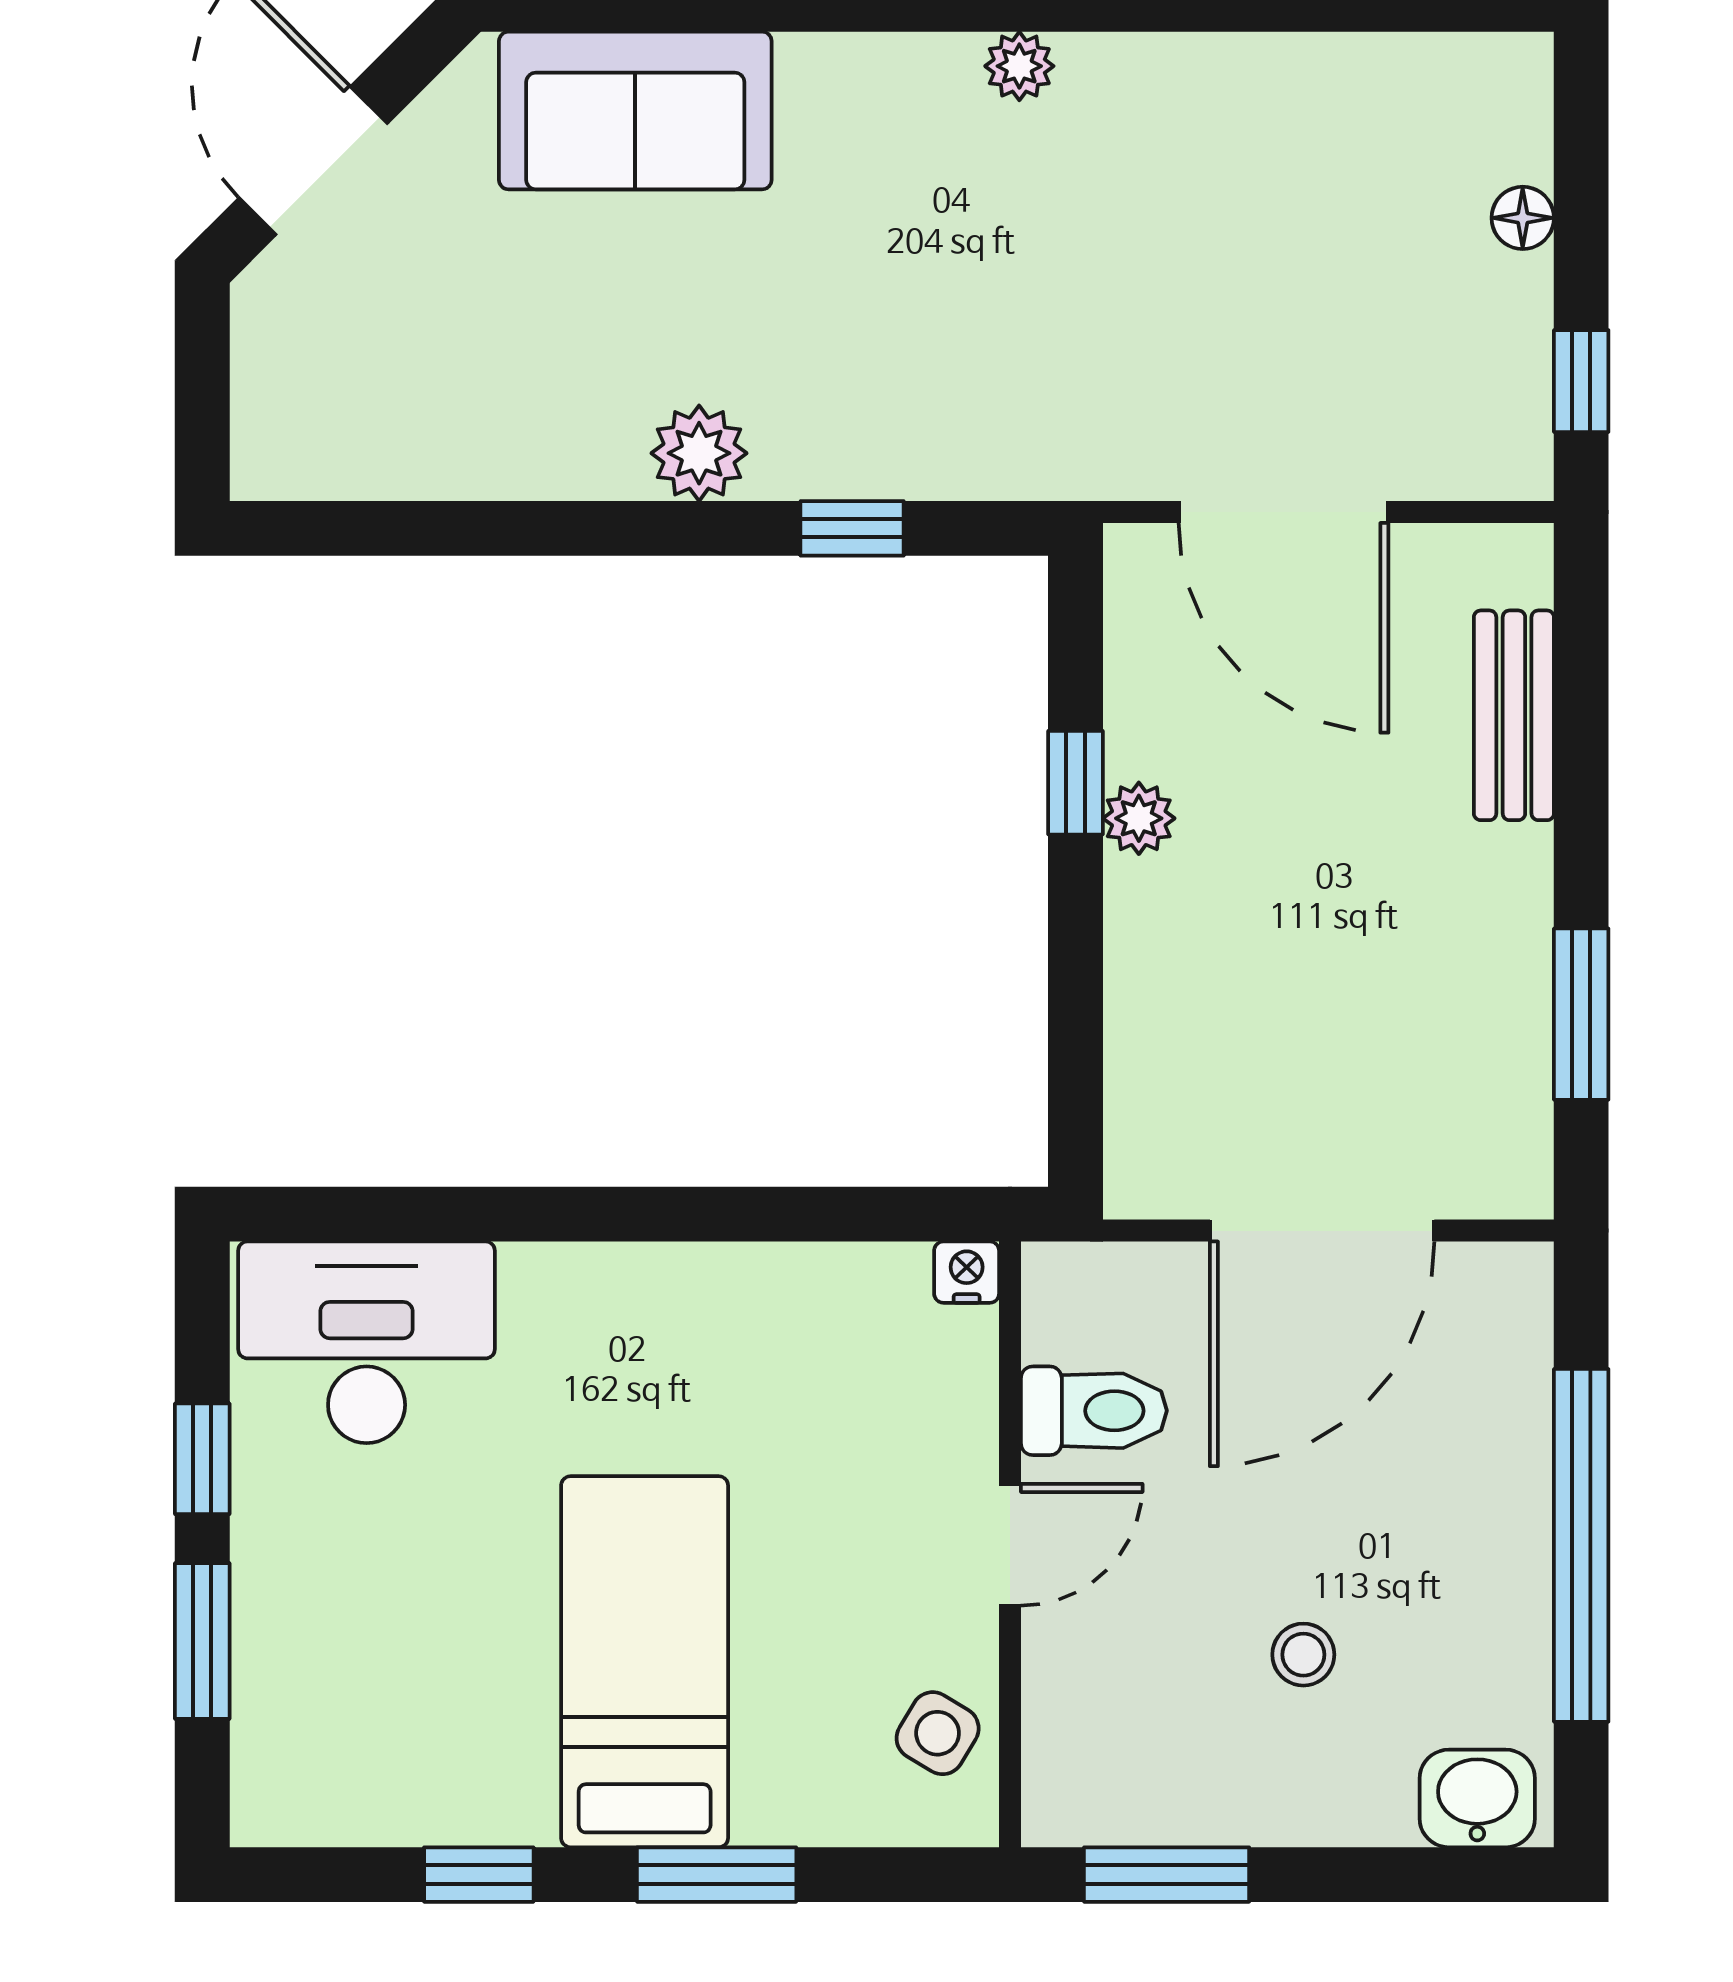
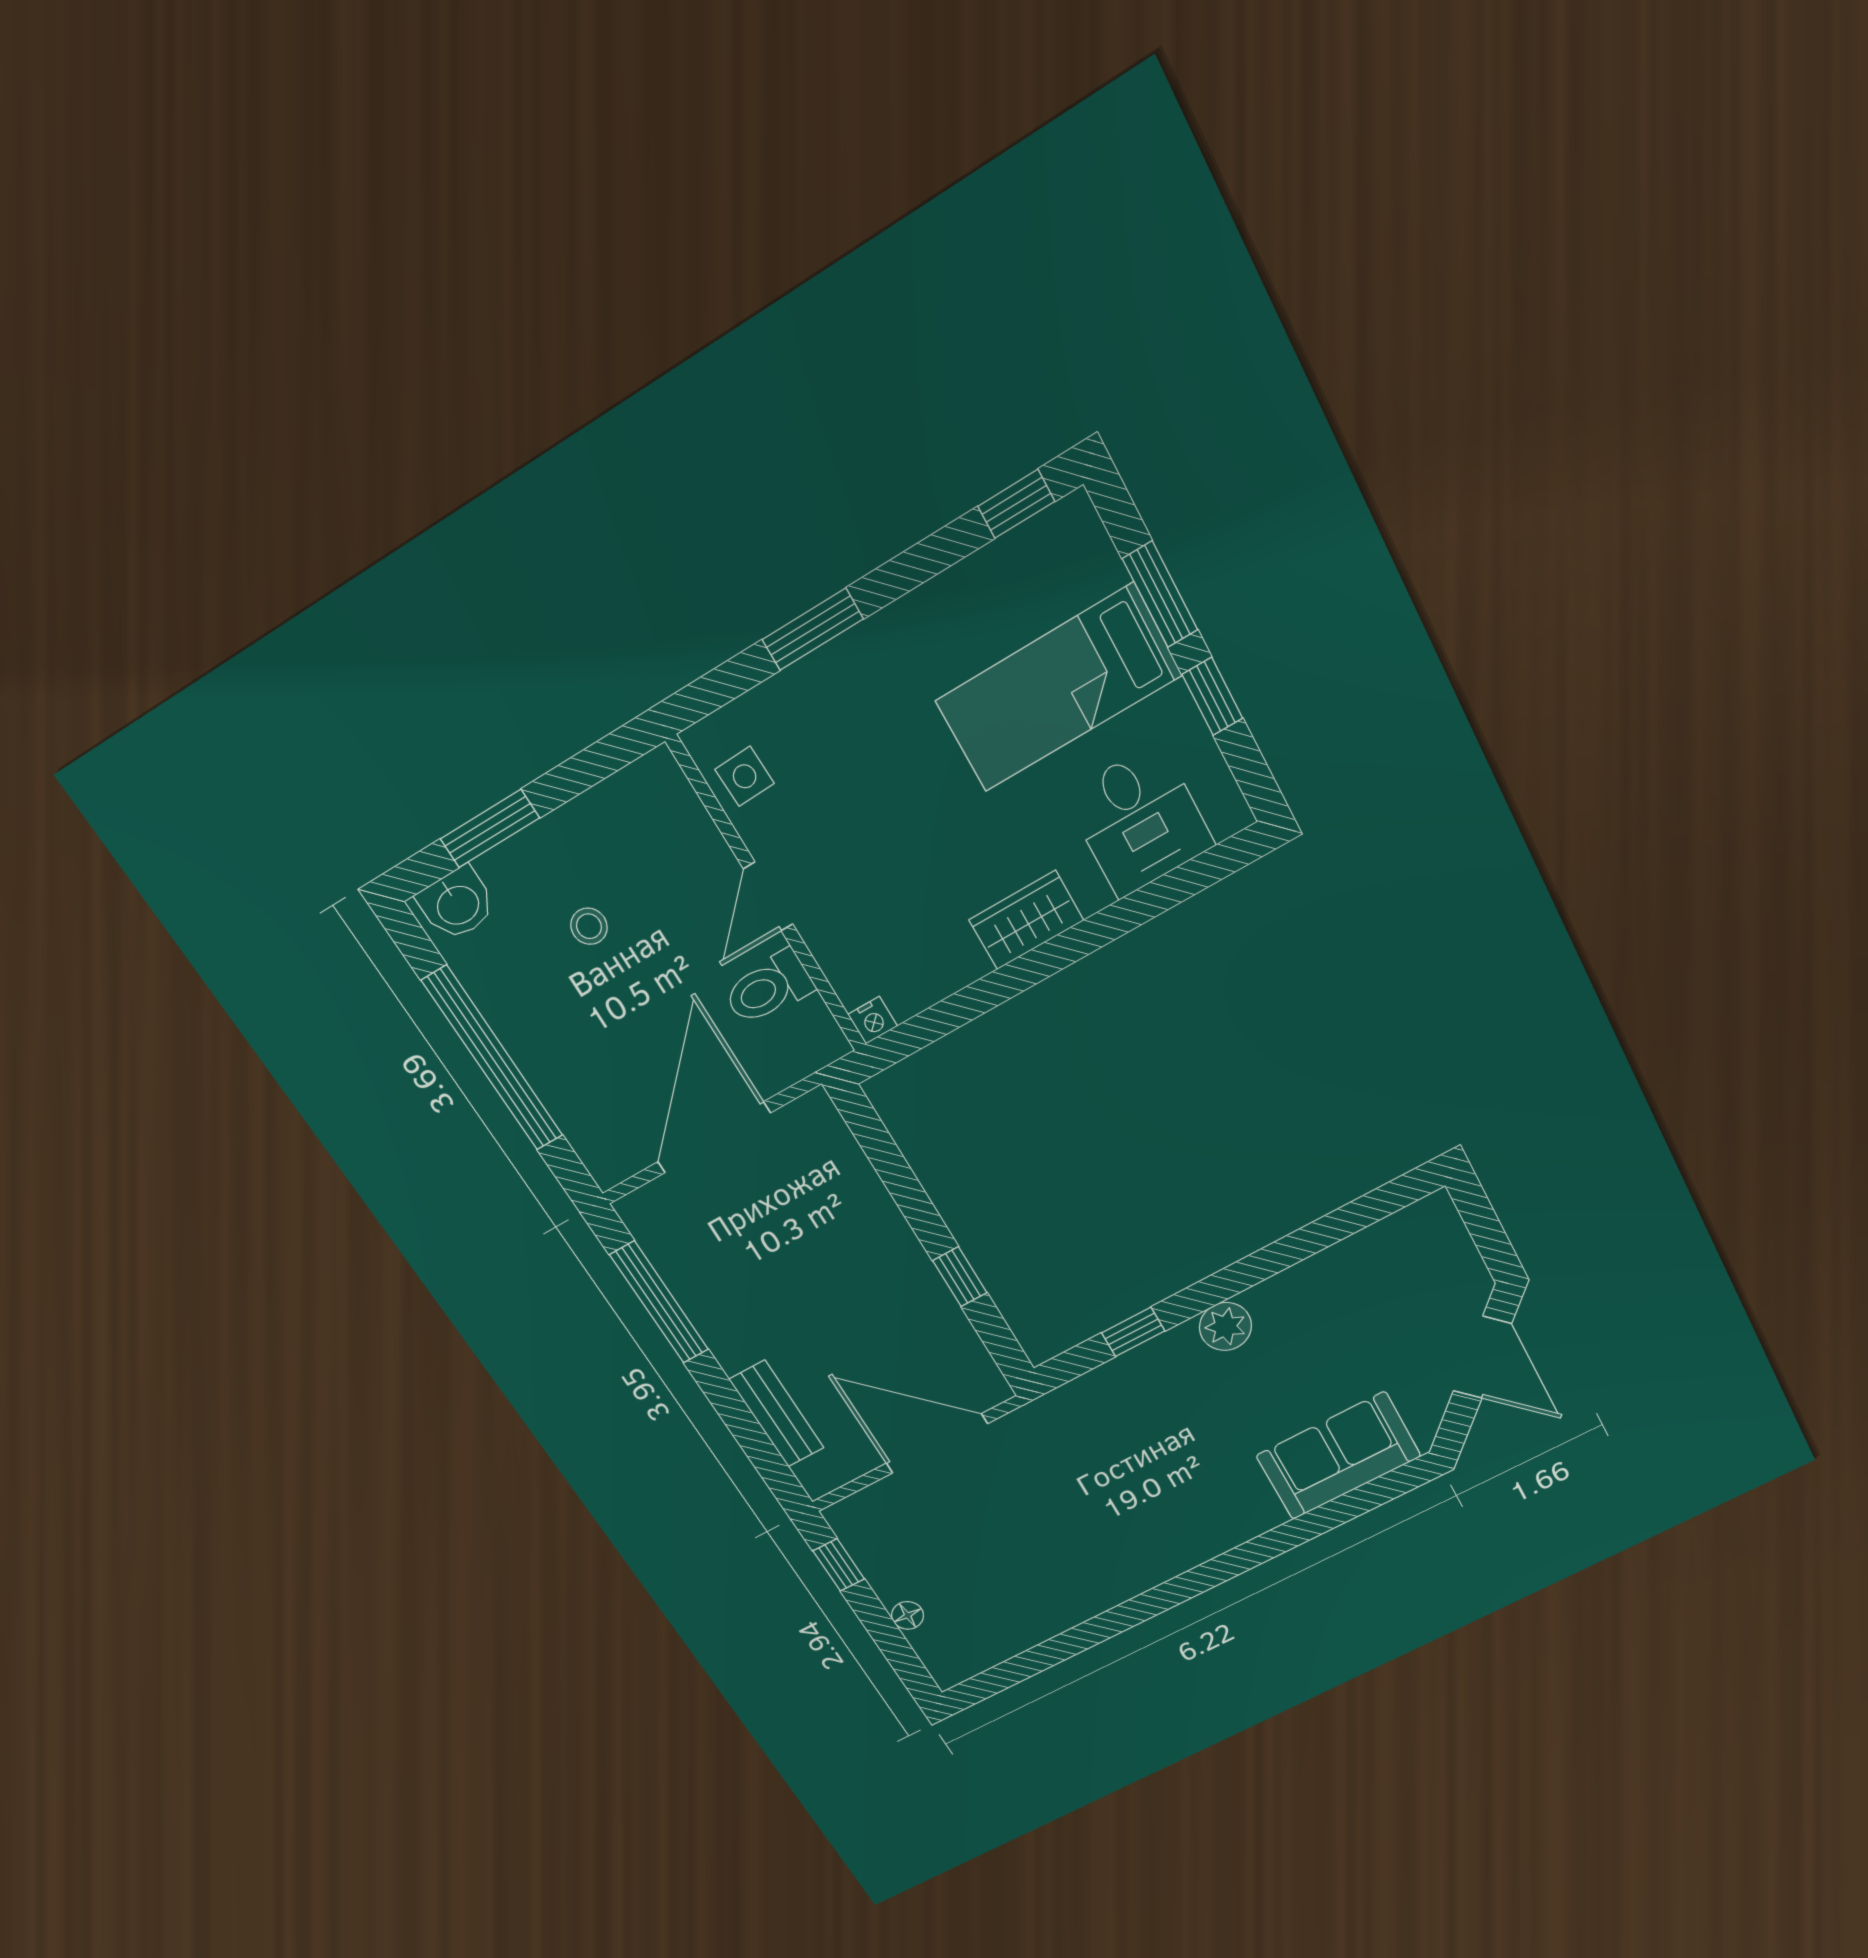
plant: (1019, 66) -> (1171, 1562), removed
plant: (1139, 818) -> (920, 1277), removed
window: (1581, 1014) -> (659, 1302), width x1.44
wardrobe: (648, 1291) -> (1026, 920), added
desk: (367, 1342) -> (1139, 820), width x0.73
bed: (645, 1662) -> (1059, 688), moved, turned 90
side table: (938, 1733) -> (745, 776), turned -33
window: (479, 1875) -> (1016, 504), moved
window: (1167, 1875) -> (490, 828), moved

